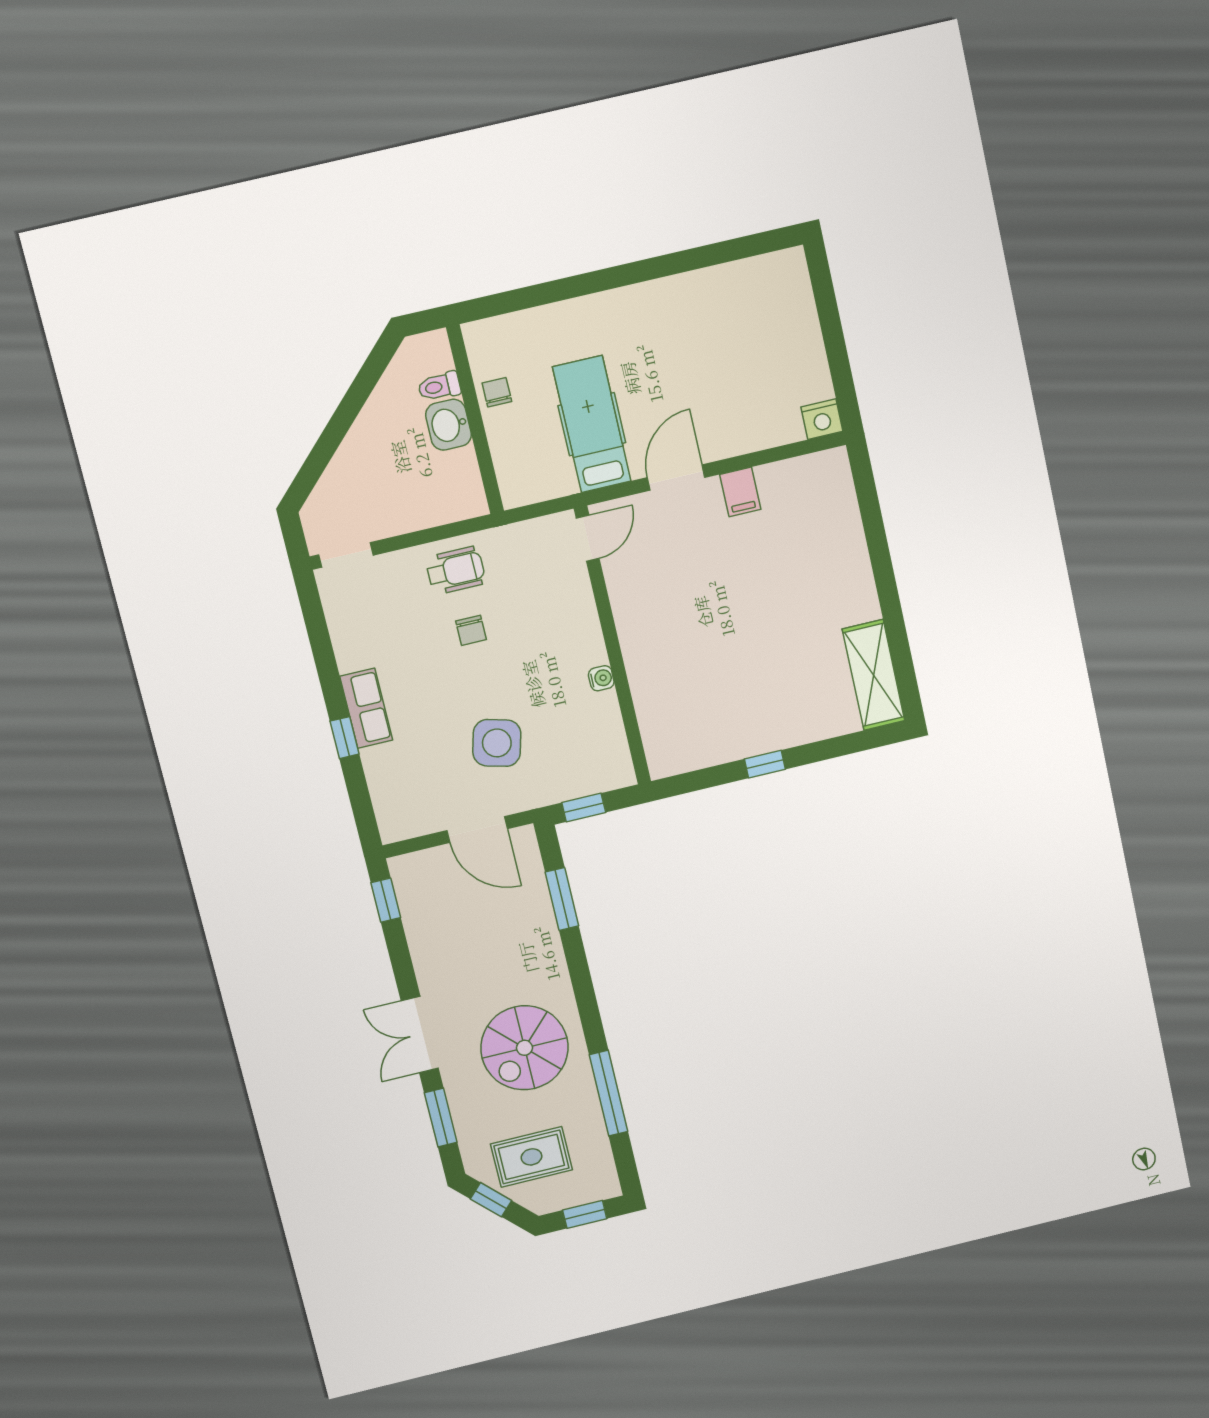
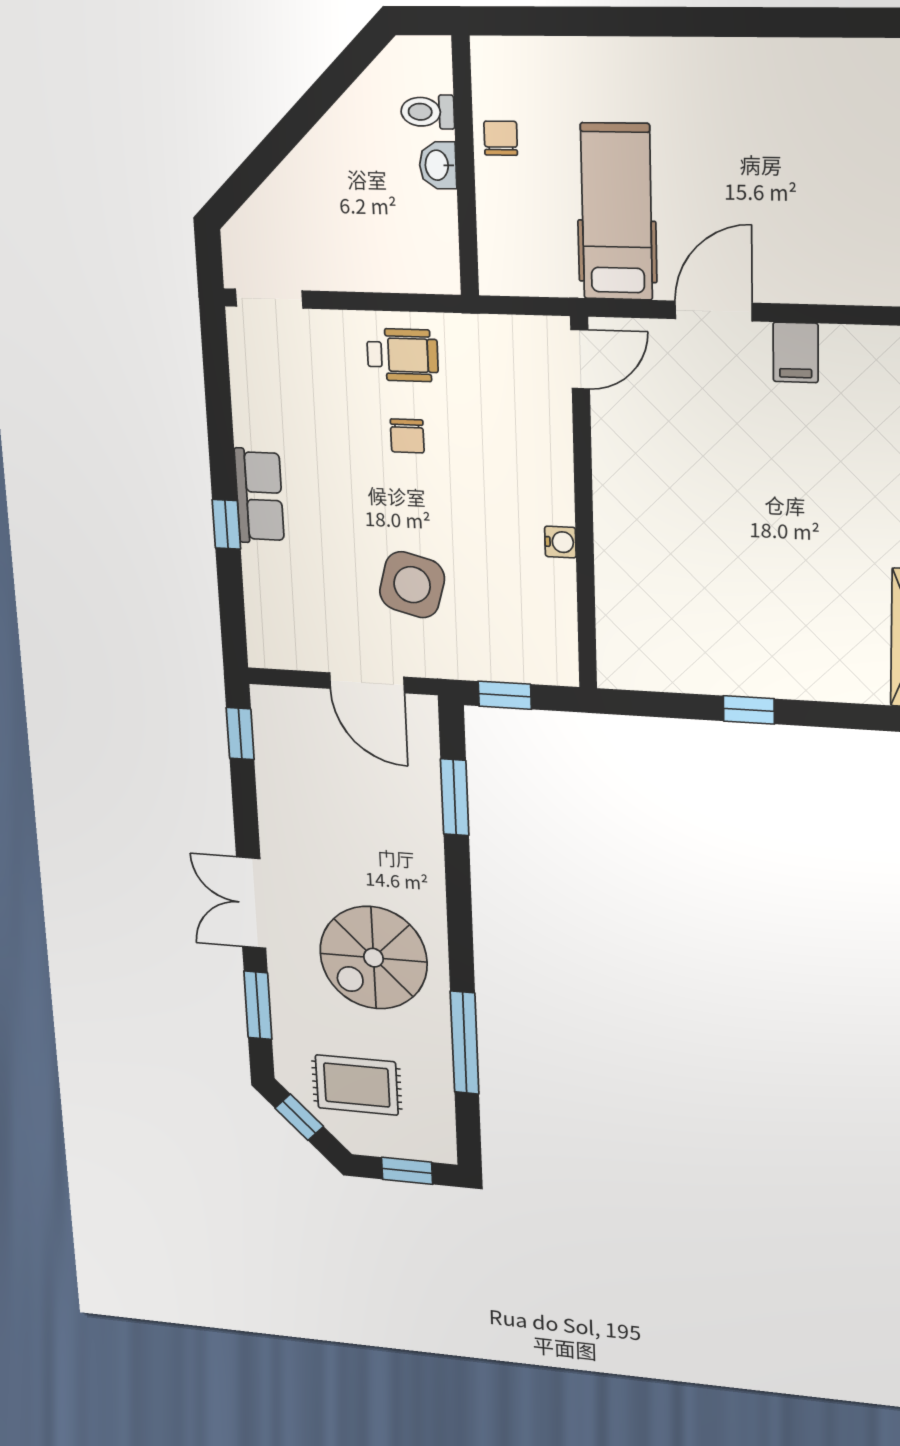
washbasin: (448, 425) -> (438, 165), width x0.72, depth x0.69

